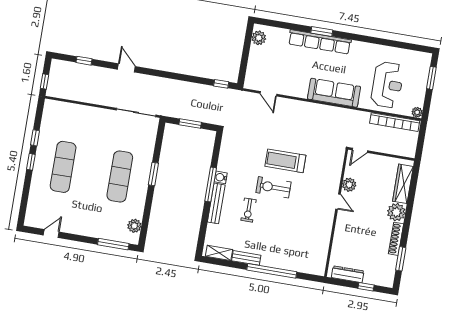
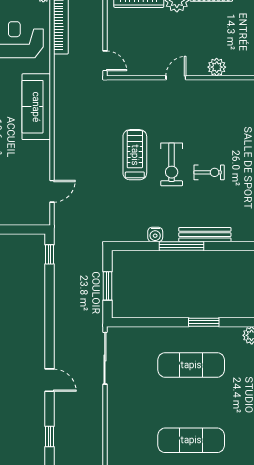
door: (126, 68) -> (49, 380), swing flipped
treadmill: (285, 161) -> (135, 155), turned 180
window: (153, 174) -> (204, 322), moved
water cooler: (221, 177) -> (155, 235), moved
plant: (349, 185) -> (217, 67), moved
exercise bike: (248, 210) -> (209, 172), moved

